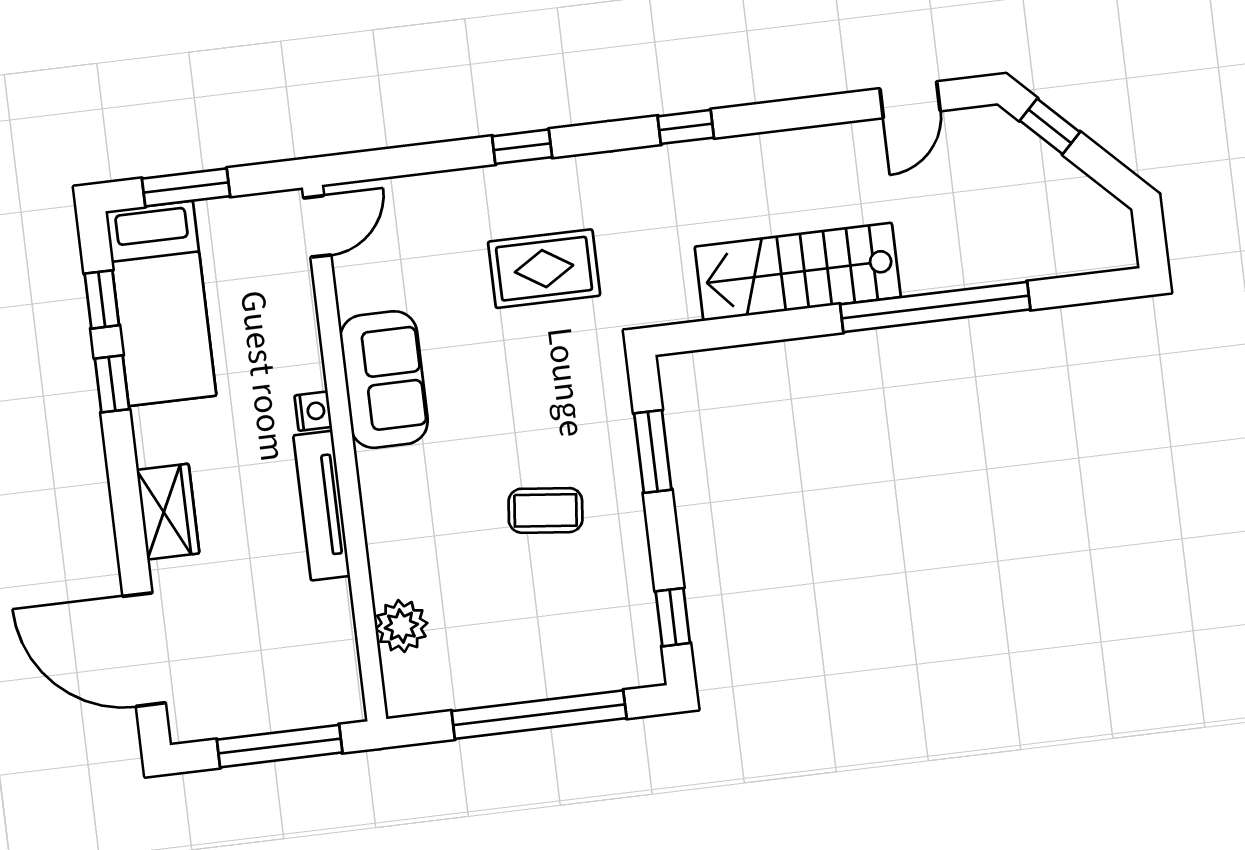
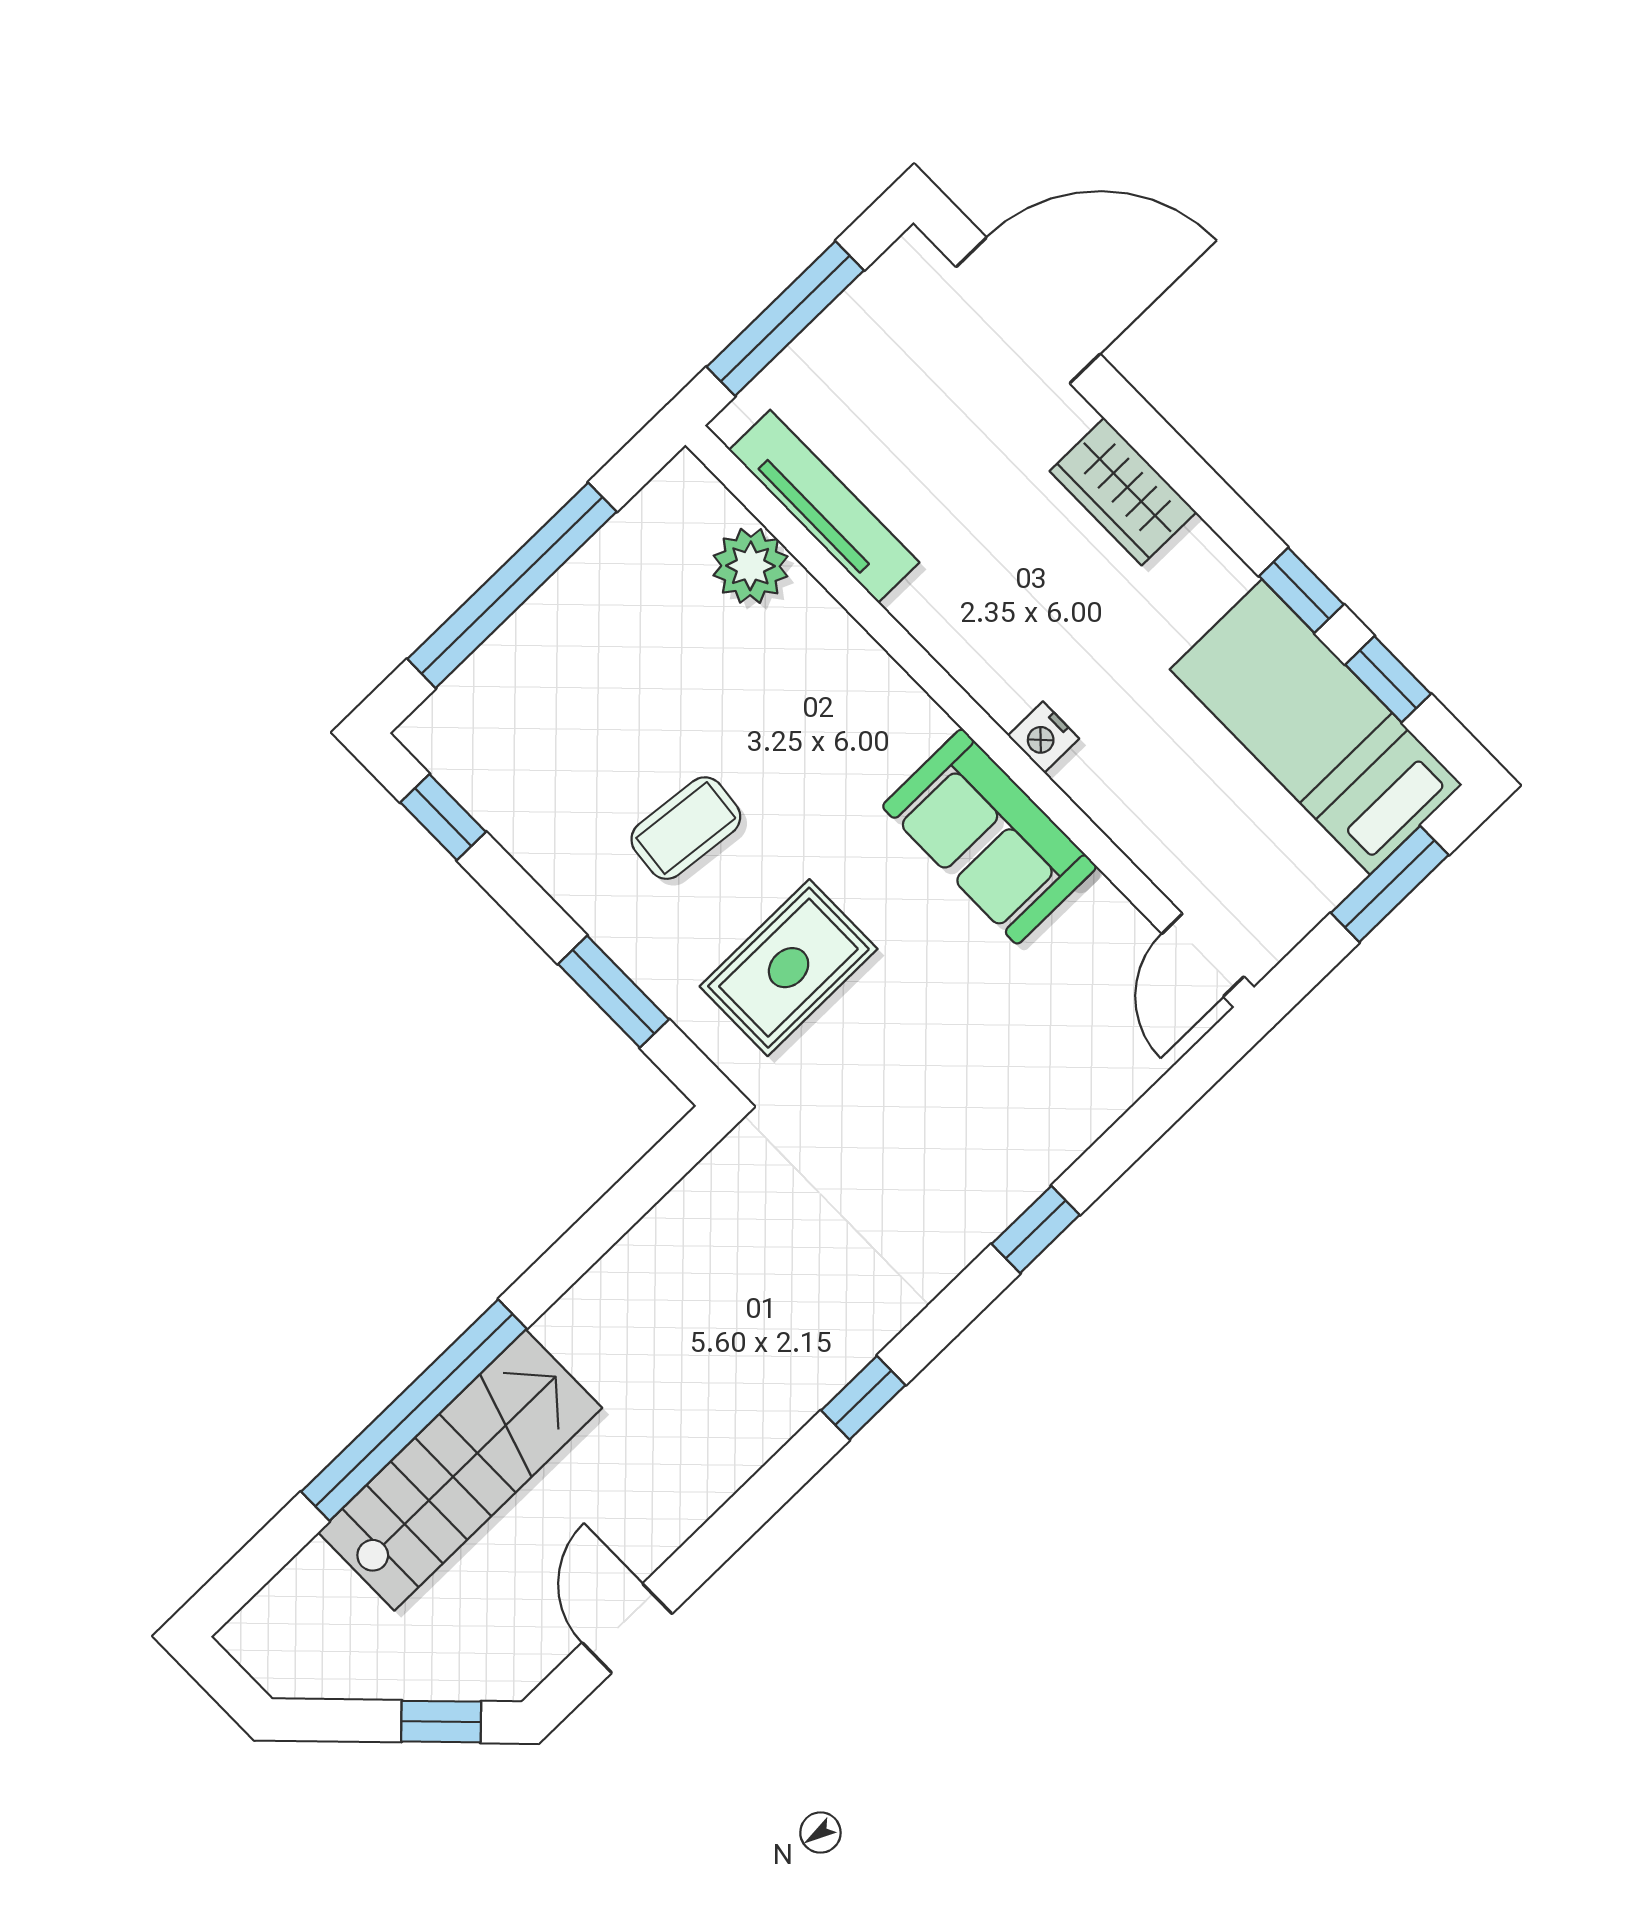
rug: (544, 269) -> (789, 968), moved
stairs: (798, 272) -> (460, 1470), moved
tv unit: (322, 506) -> (824, 506), moved

